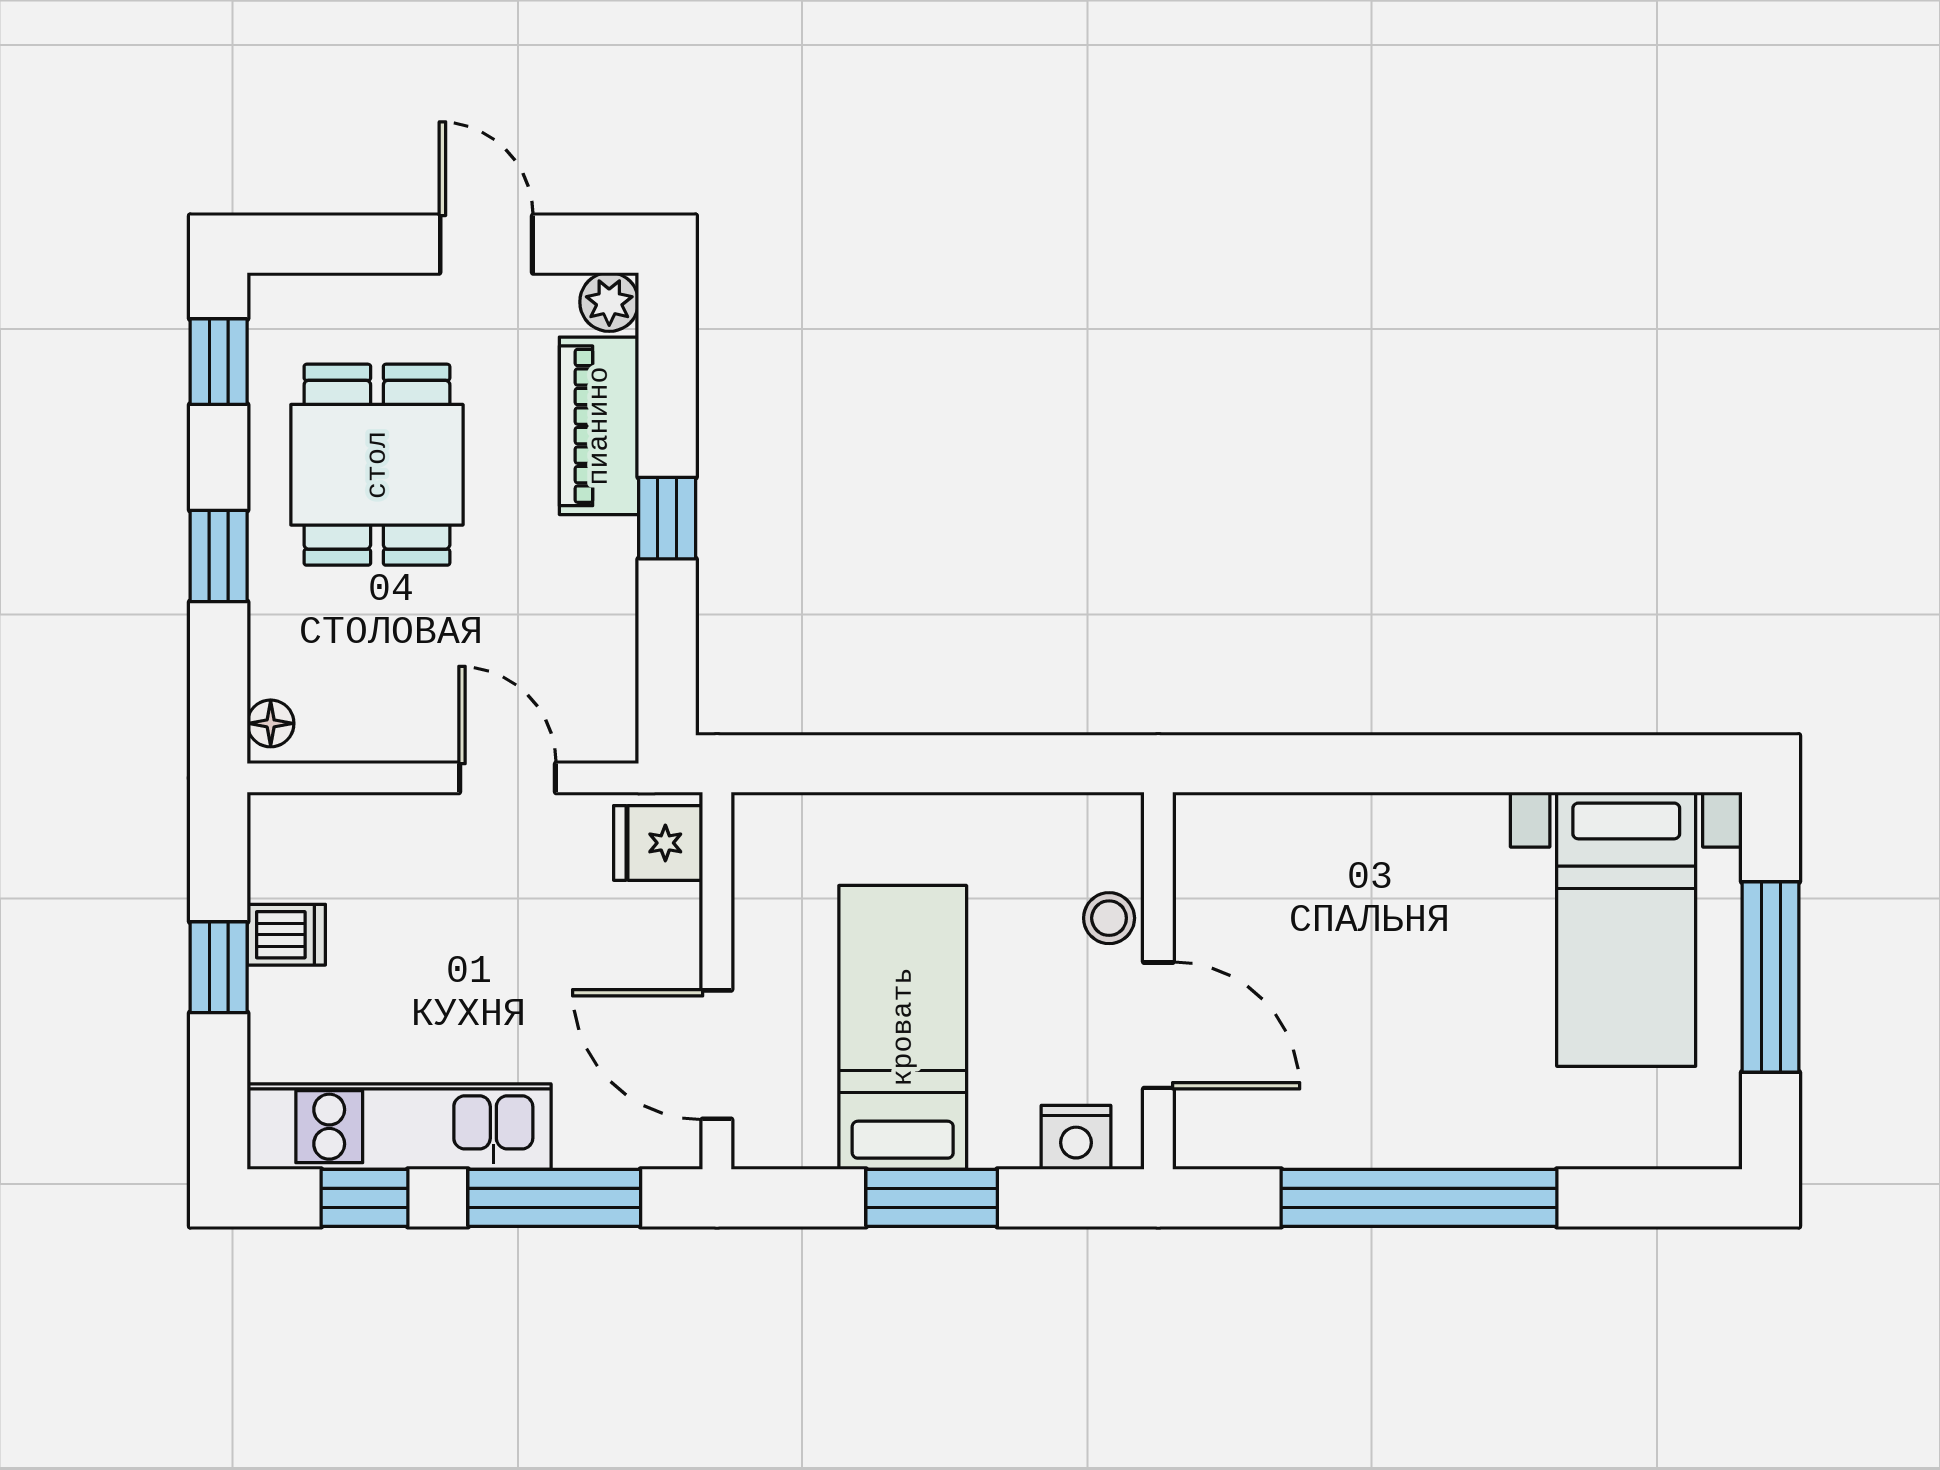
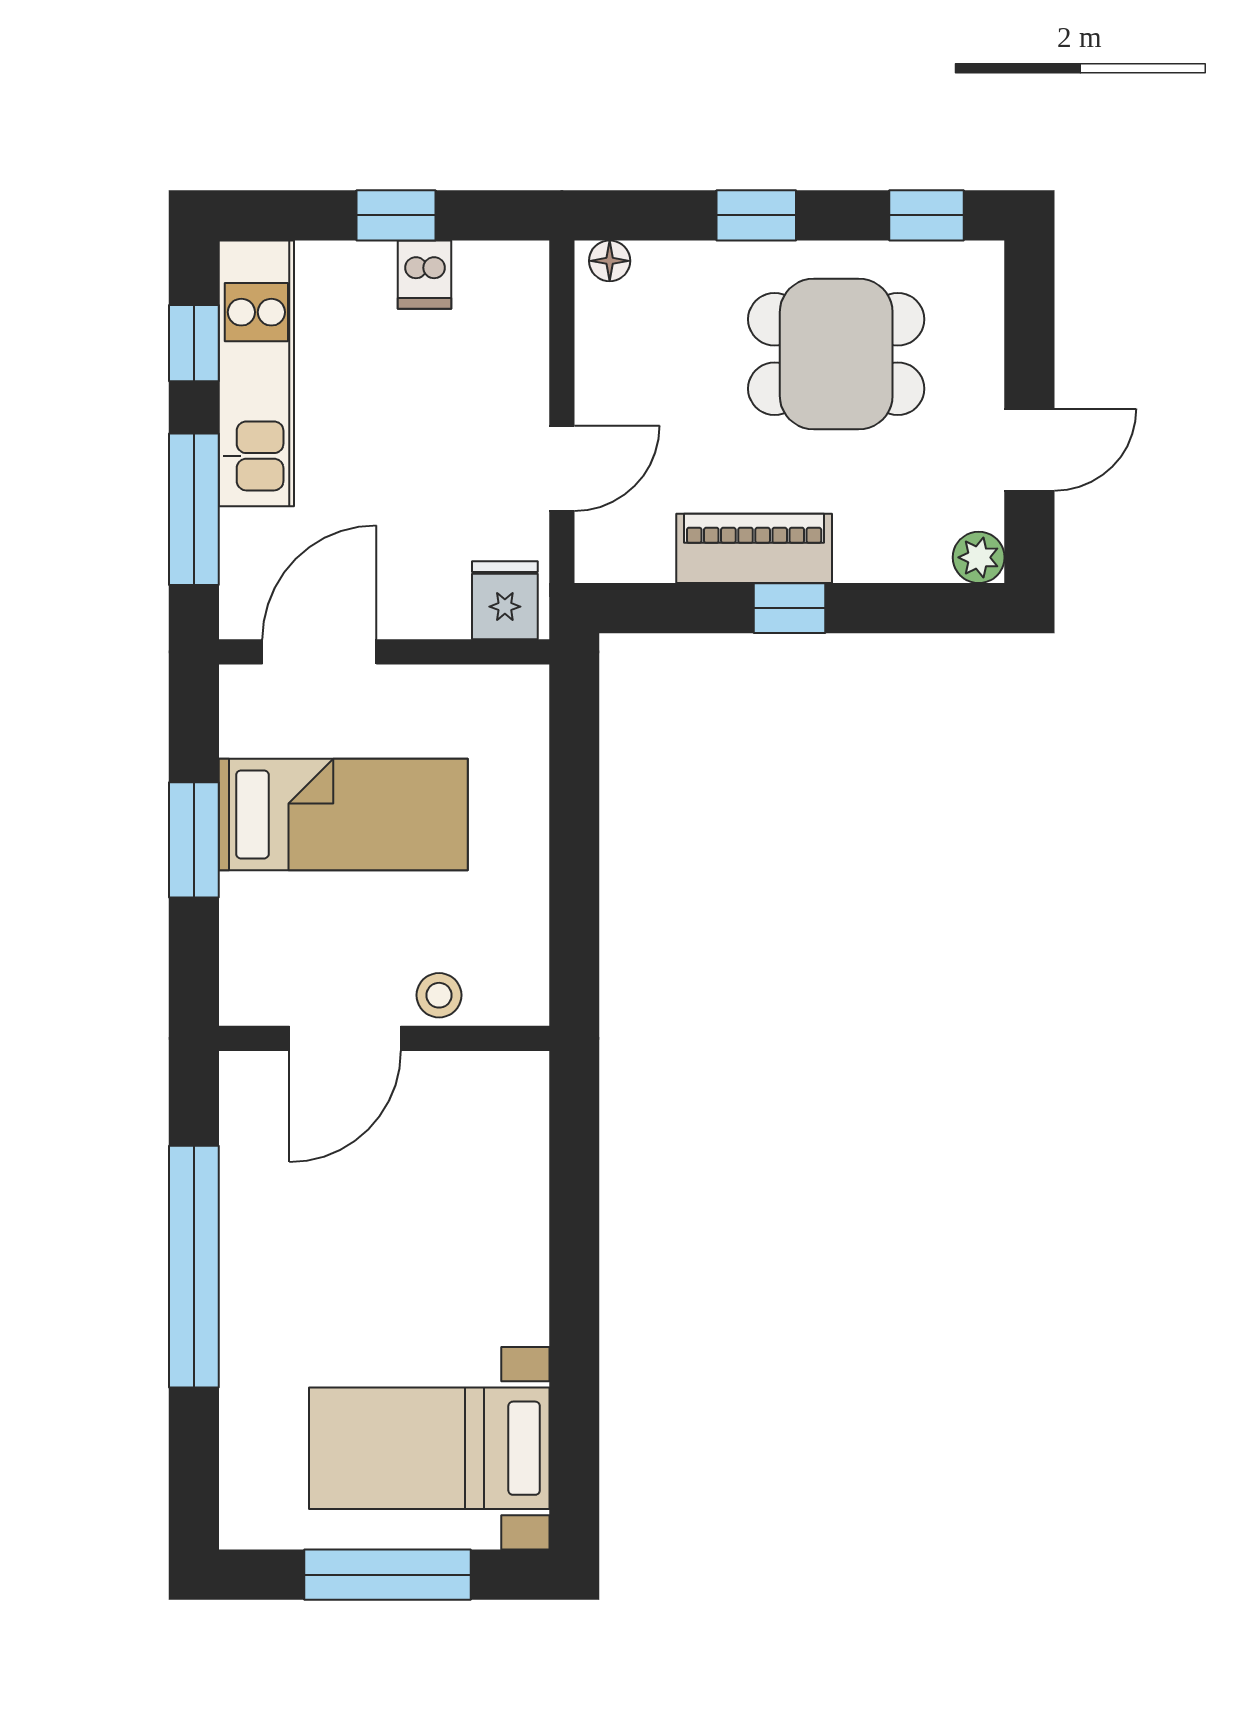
piano: (599, 426) -> (754, 548), moved
nightstand: (1076, 1137) -> (247, 966), removed

